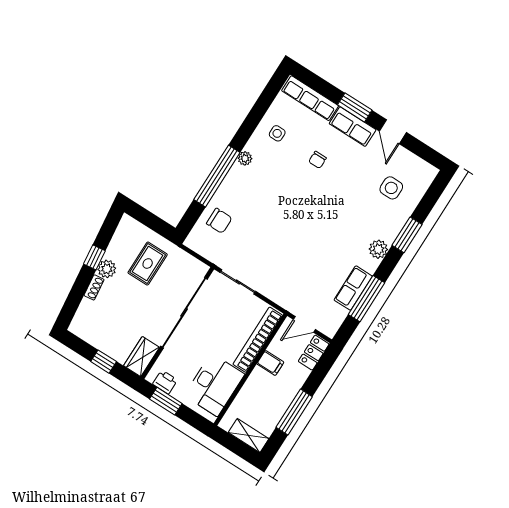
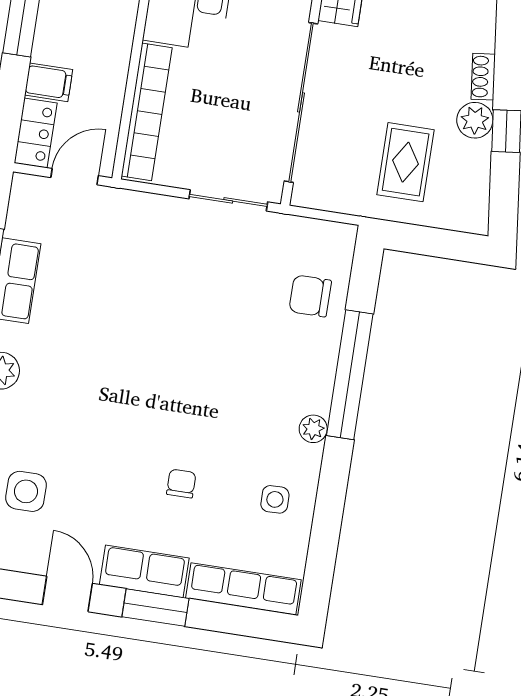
filing cabinet: (270, 363) -> (49, 82), moved, turned 180

